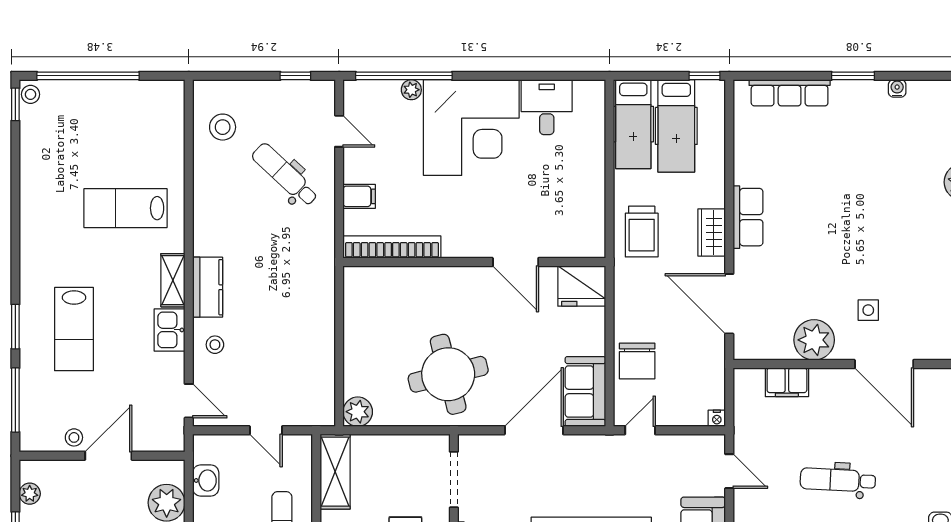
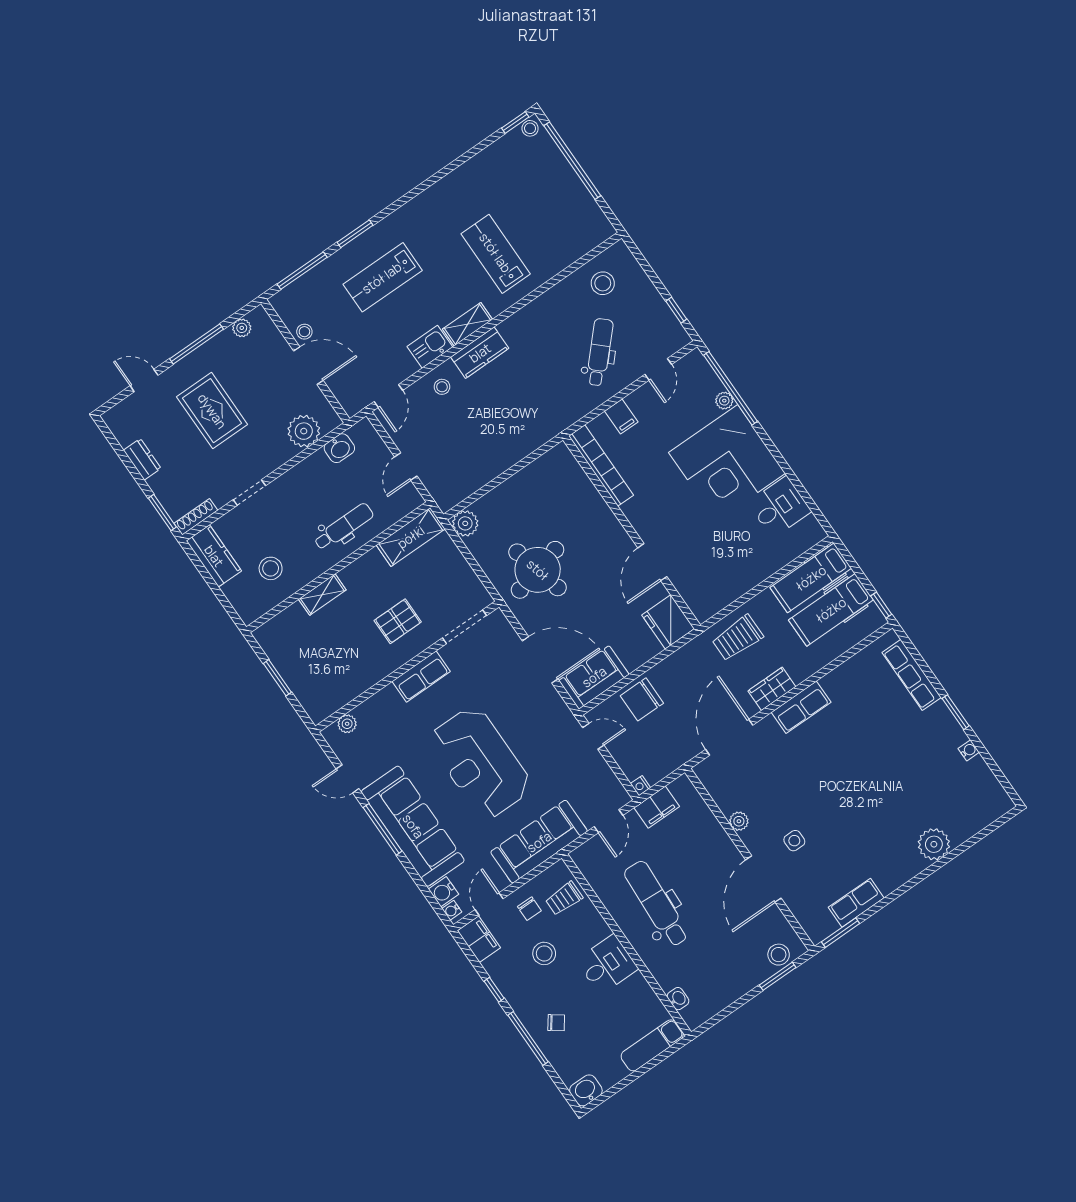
plant: (814, 340) -> (739, 821), width x0.53, depth x0.53
filing cabinet: (787, 382) -> (657, 807), moved, turned -90
dental chair: (838, 480) -> (657, 904), width x1.36, depth x1.38

